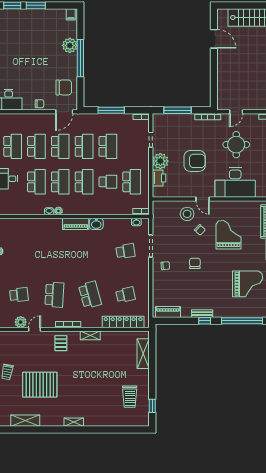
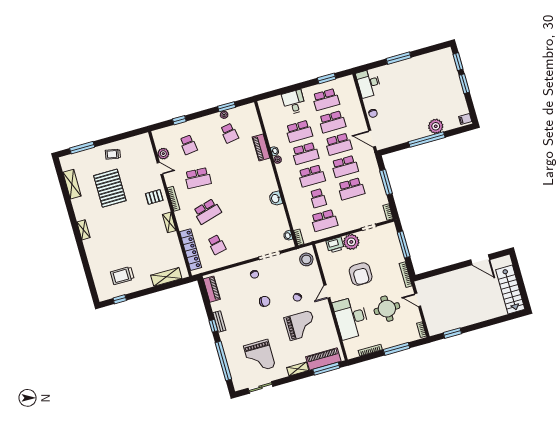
door: (214, 39) -> (480, 260), hinge flipped
chair: (64, 87) -> (395, 132), removed
stool: (187, 214) -> (306, 259), moved
piano: (76, 224) -> (261, 148), moved
school desk: (125, 251) -> (229, 133), moved

